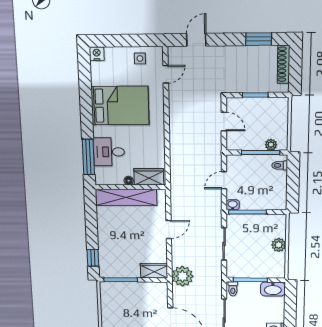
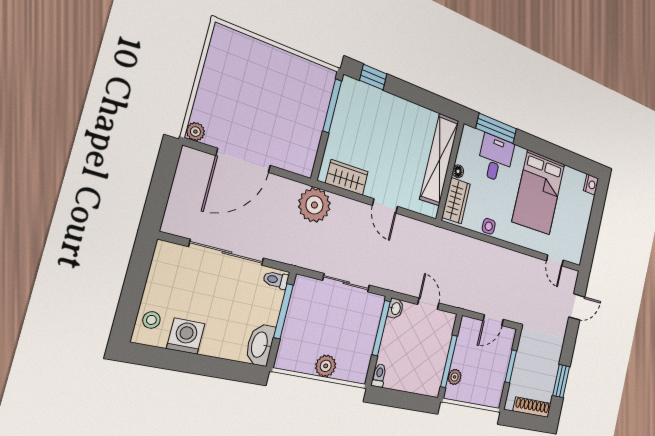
door: (196, 40) -> (577, 307), hinge flipped
side table: (140, 58) -> (489, 226), moved
toilet: (280, 165) -> (379, 375), moved
wardrobe: (154, 271) -> (347, 177), moved, turned -90

